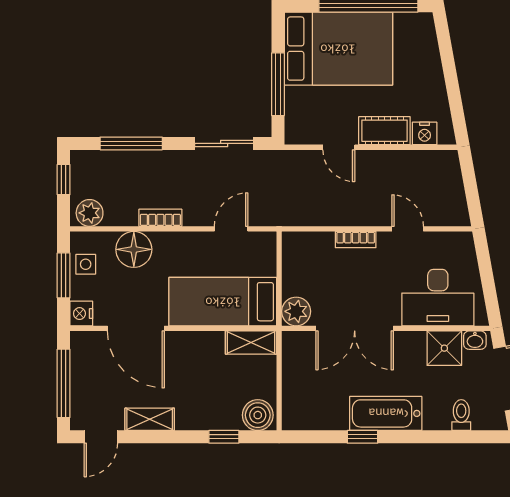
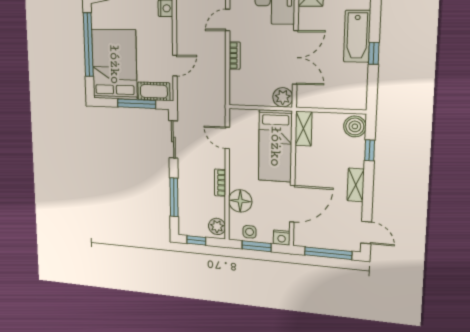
cot: (384, 131) -> (154, 91), moved, turned 90
shelving: (150, 419) -> (356, 185), moved

